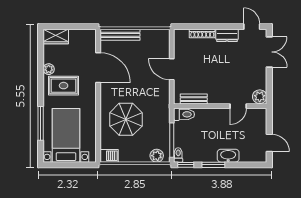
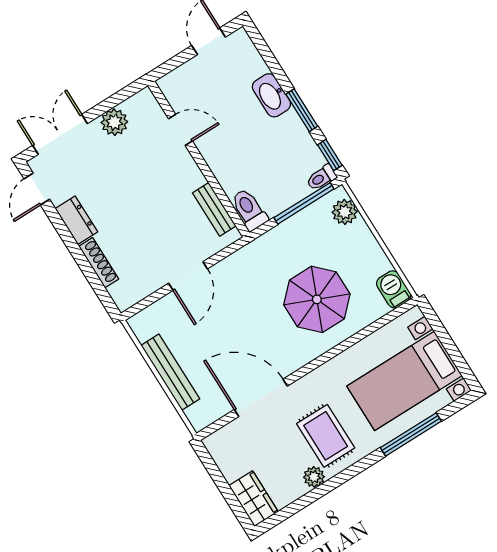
bench: (120, 35) -> (170, 372), moved
door: (98, 68) -> (261, 398), hinge flipped
plant: (260, 97) -> (114, 122), moved

